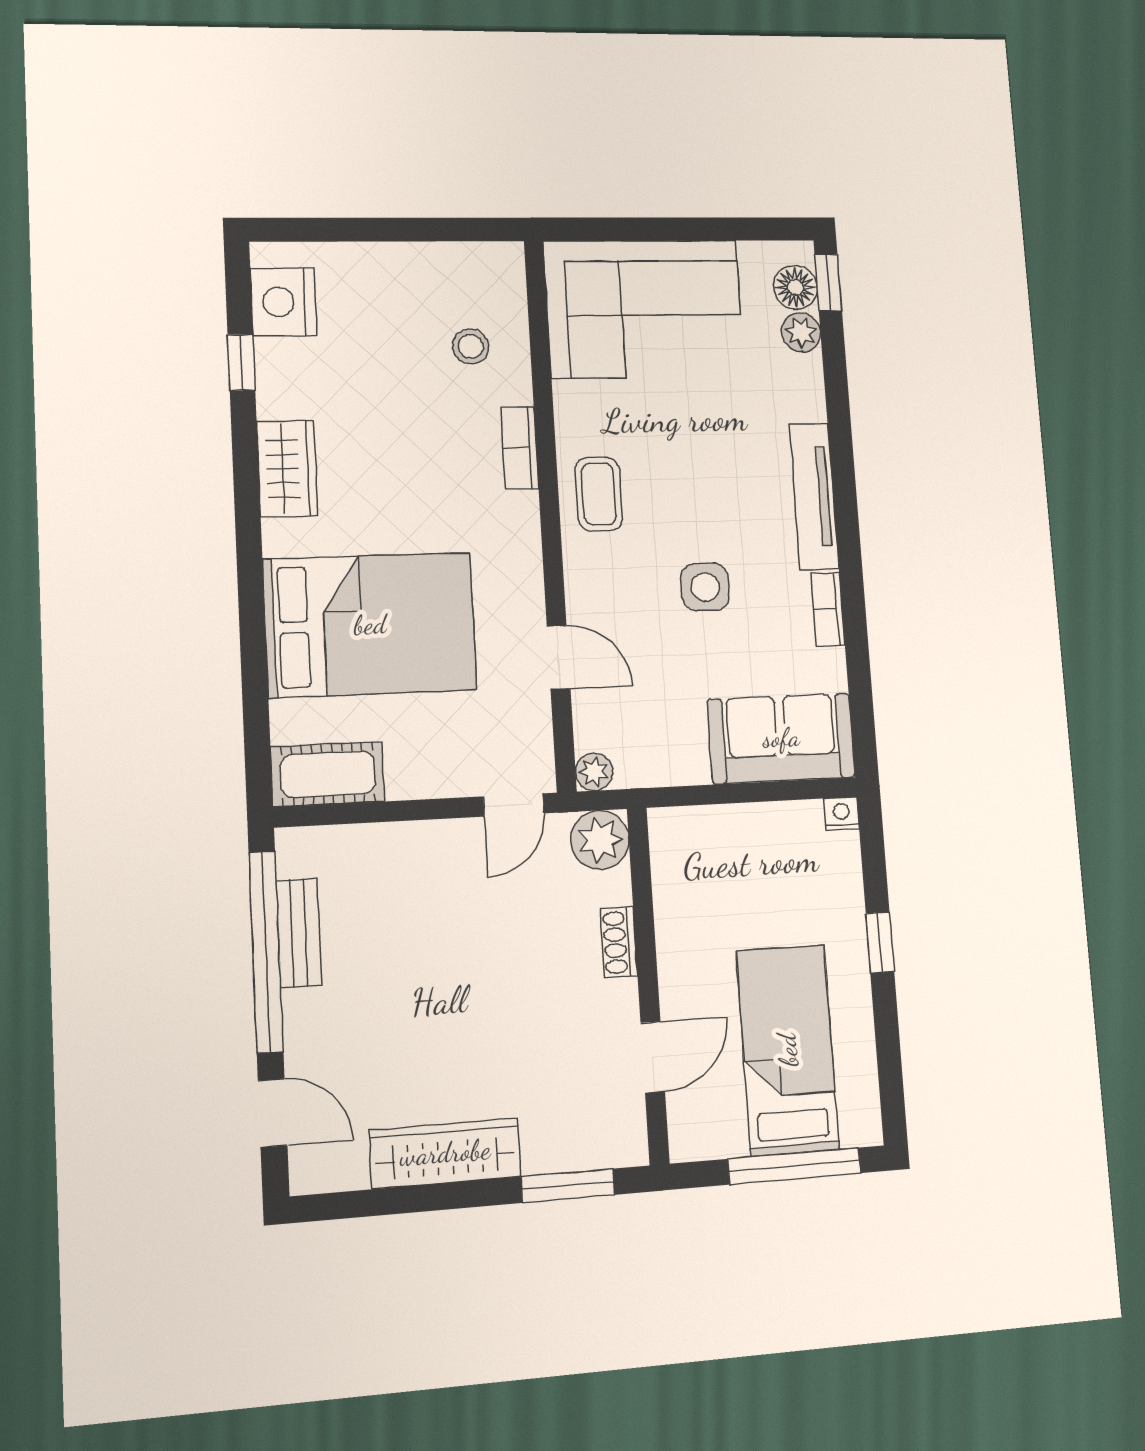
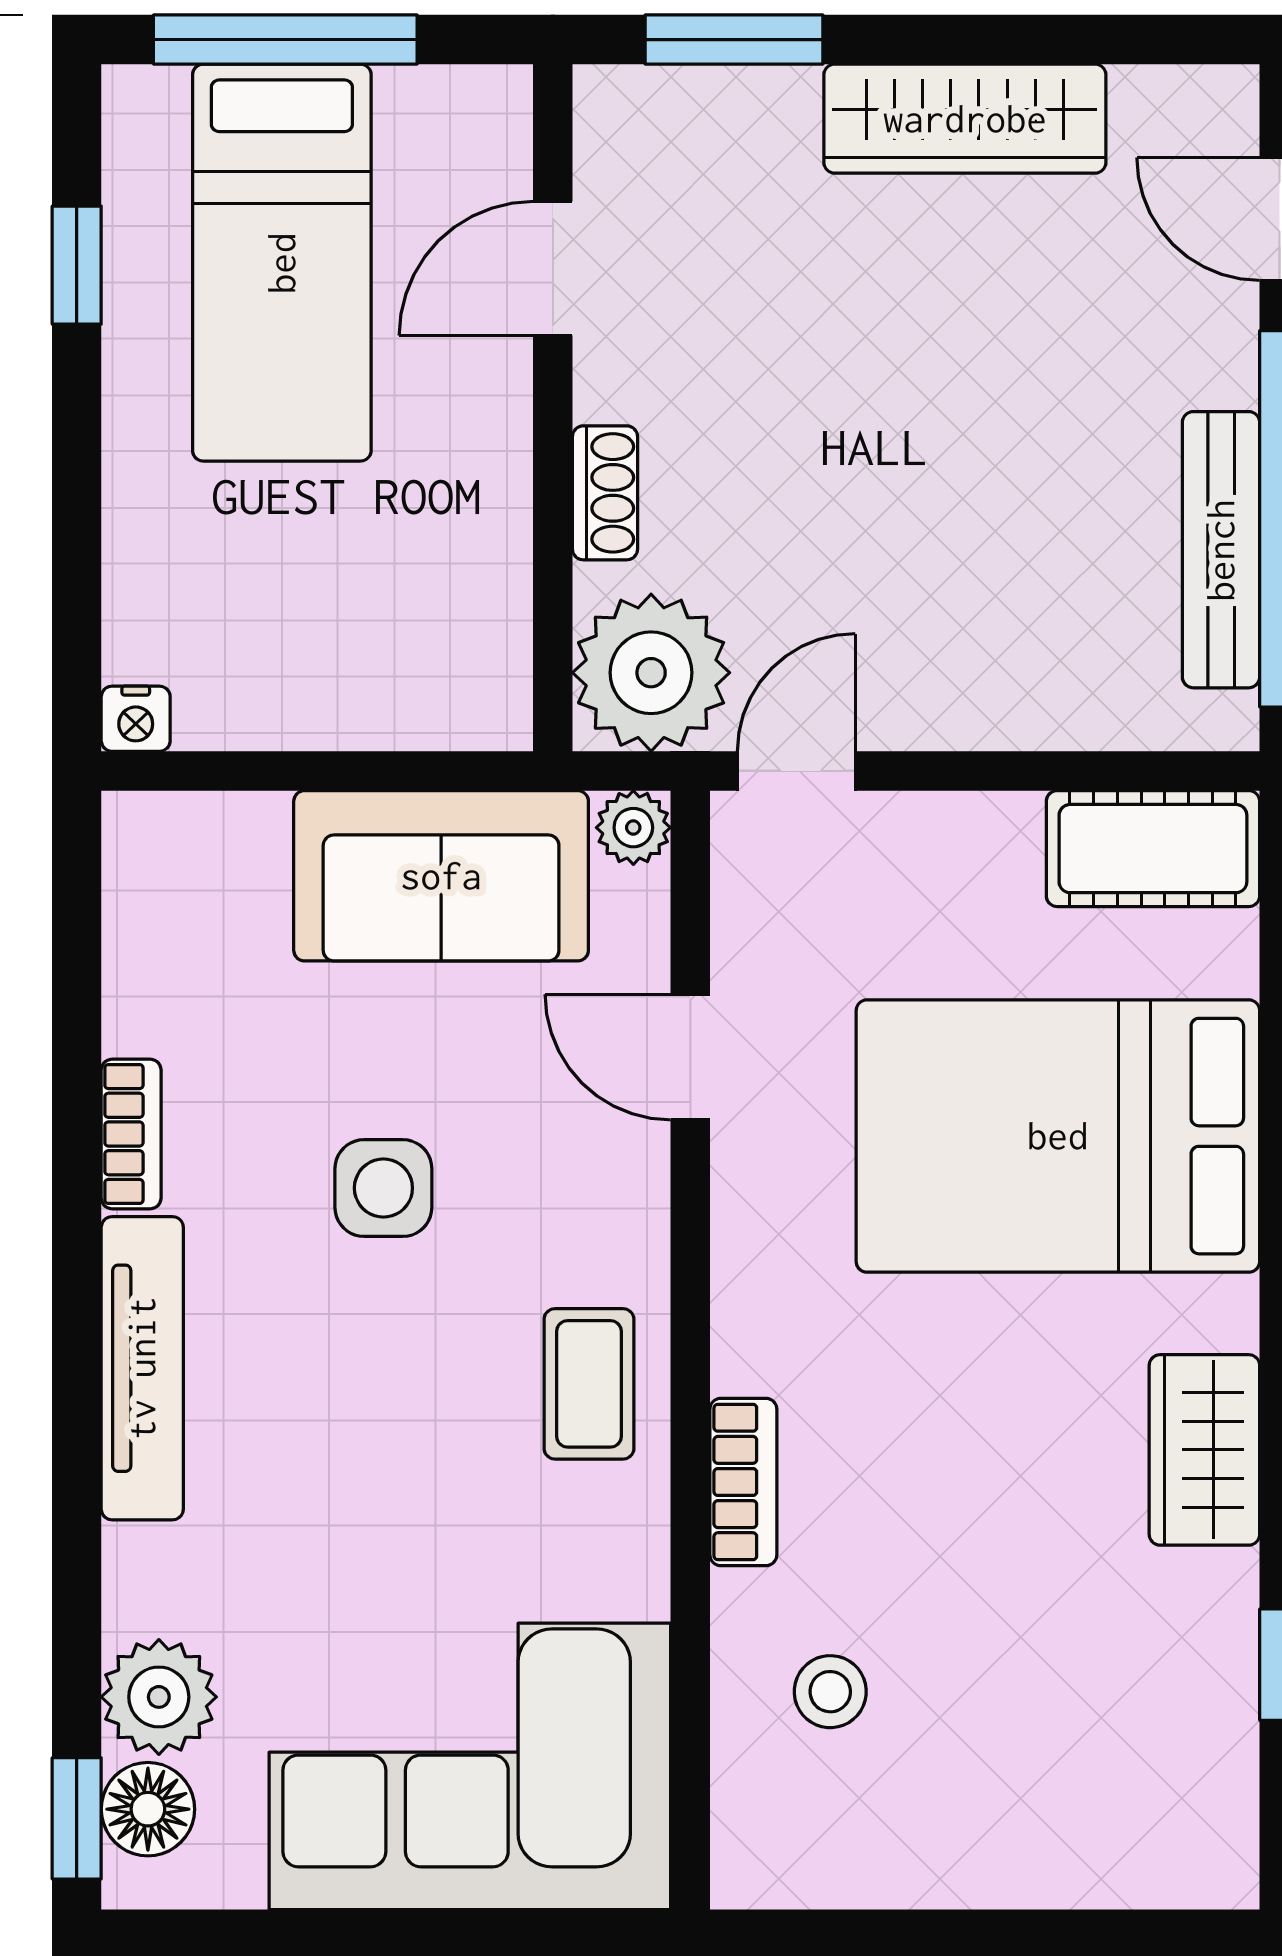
nightstand: (283, 302) -> (1198, 1787), removed
plant: (801, 332) -> (159, 1697), width x1.38, depth x1.38
sofa: (781, 738) -> (441, 876), moved
plant: (600, 840) -> (651, 673), width x1.36, depth x1.36
bench: (299, 933) -> (1221, 550), width x1.36
window: (880, 942) -> (77, 265), moved

